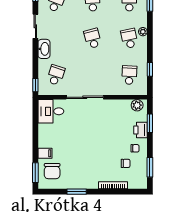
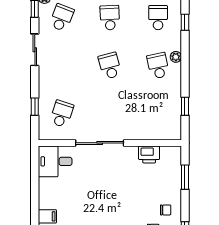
washbasin: (44, 49) -> (46, 79), removed
school desk: (129, 75) -> (158, 114), removed
window: (35, 85) -> (35, 107), moved
plant: (137, 105) -> (168, 153), removed
printer: (141, 130) -> (149, 154), moved, turned -90

